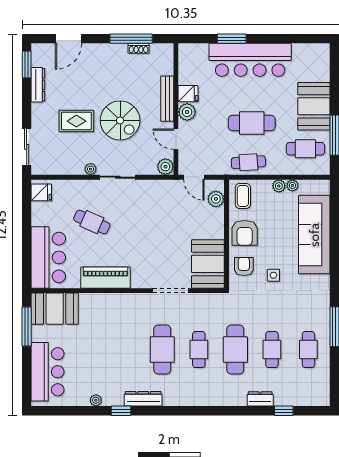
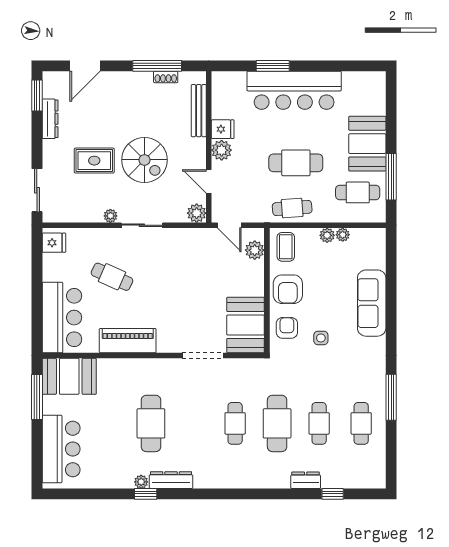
bench: (167, 99) -> (199, 111), moved
sofa: (314, 235) -> (372, 303), width x0.74, depth x0.79
cafe table: (162, 350) -> (151, 423), moved
plant: (96, 400) -> (141, 482), moved

